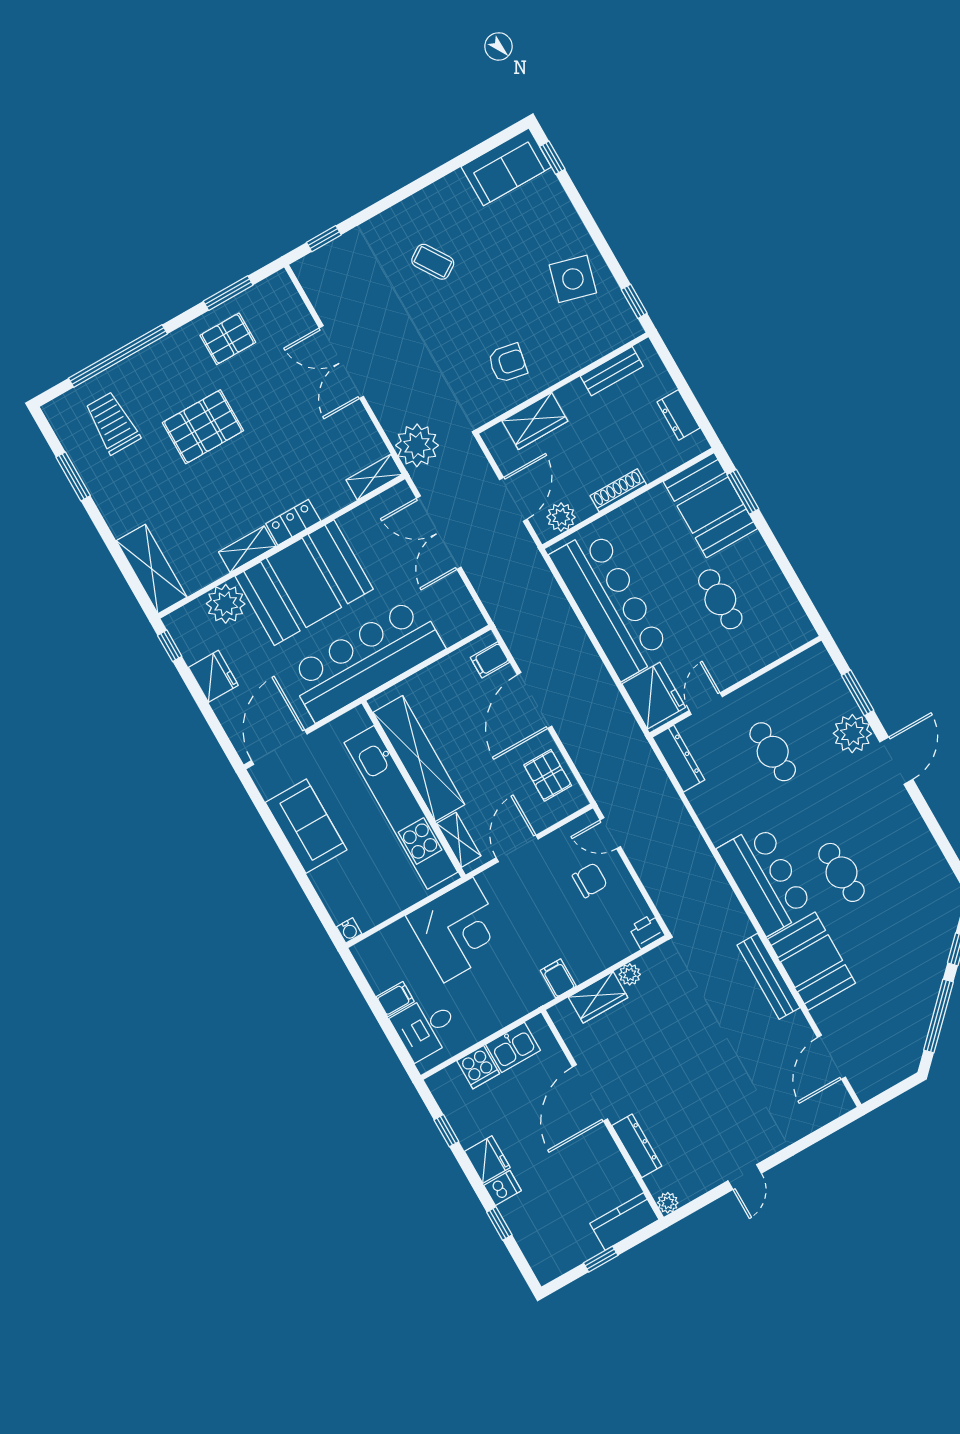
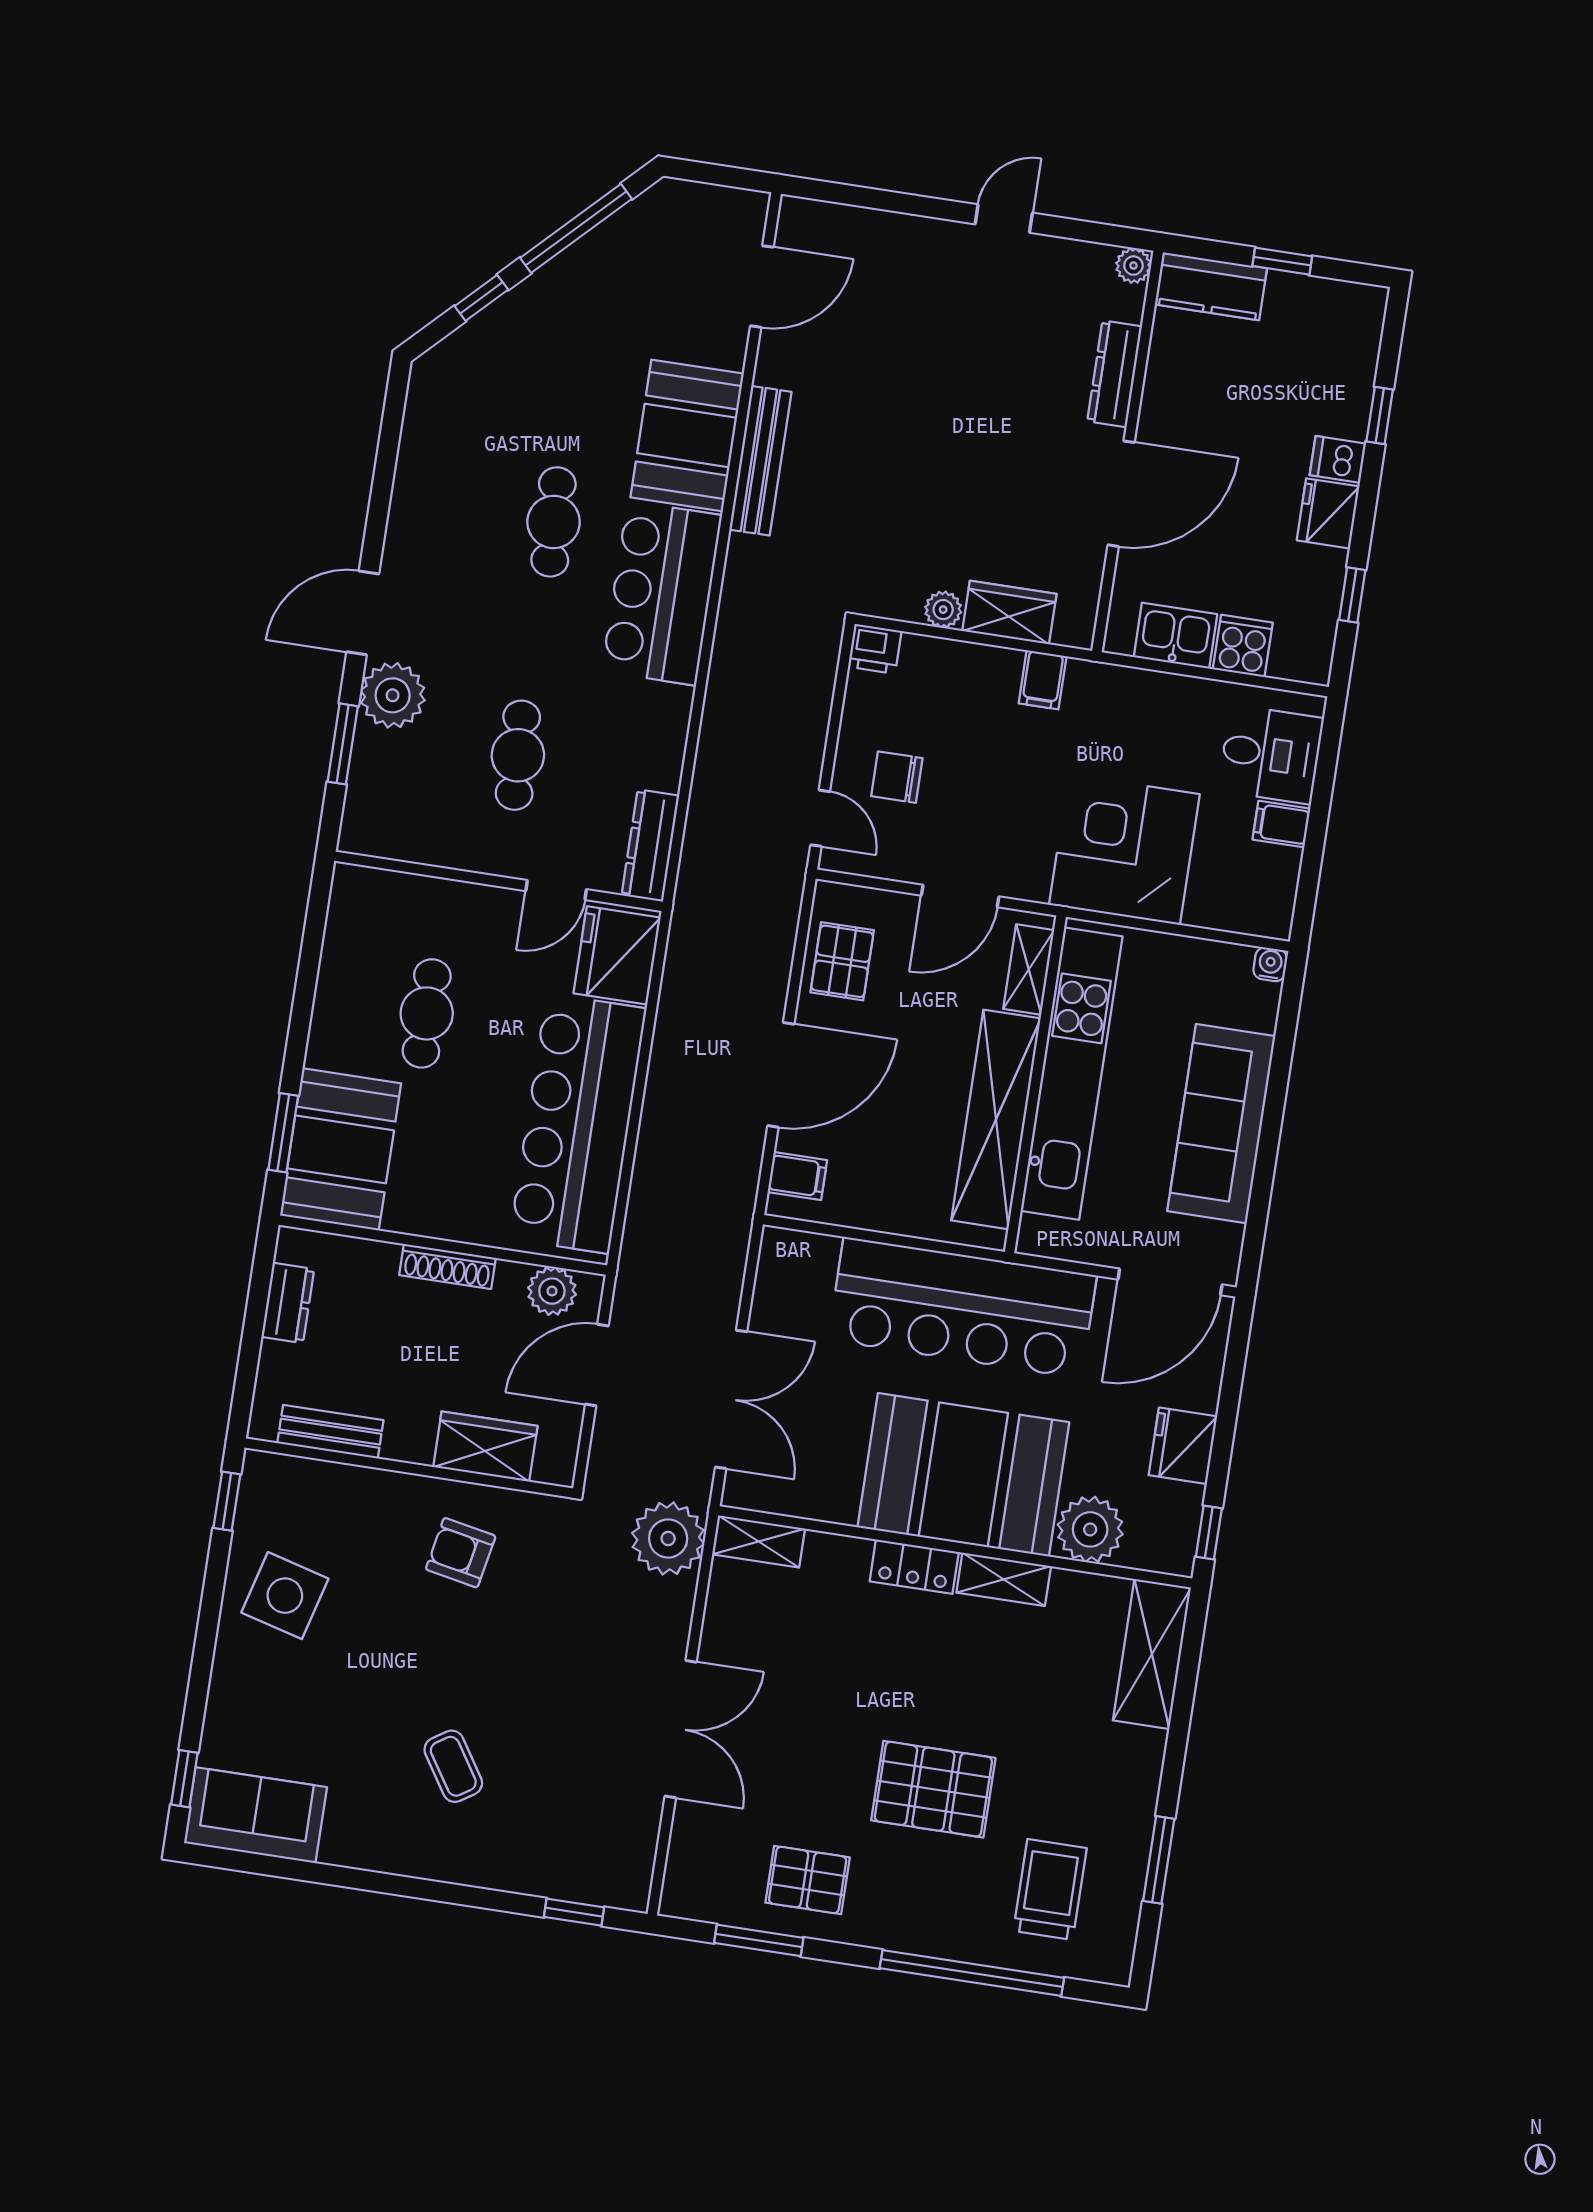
trolley: (113, 423) -> (1050, 1889), turned 180
sofa: (306, 826) -> (1221, 1124), width x1.36

